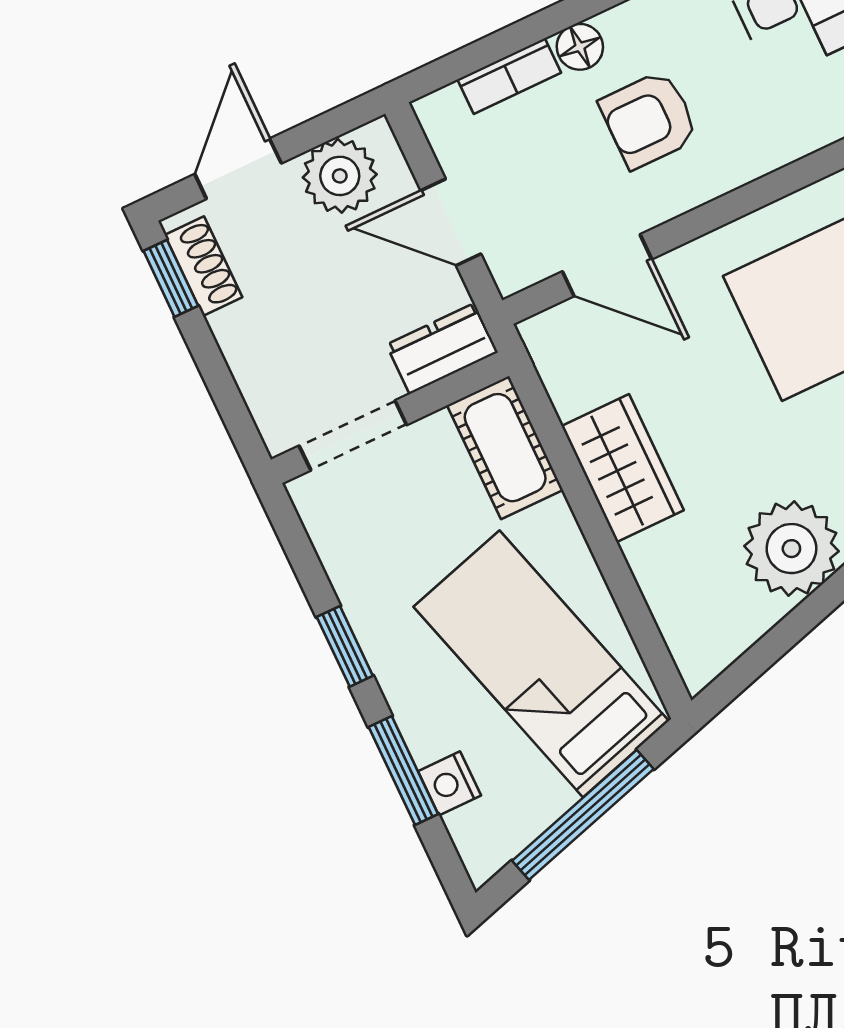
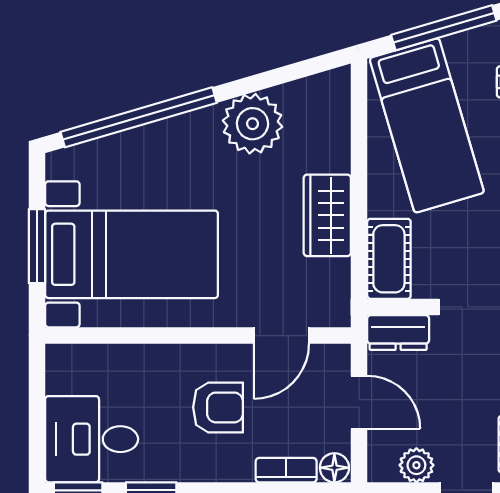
floor lamp: (580, 47) -> (334, 468), moved
plant: (340, 176) -> (416, 465), width x0.73, depth x0.73
door: (607, 265) -> (281, 336), swing flipped

